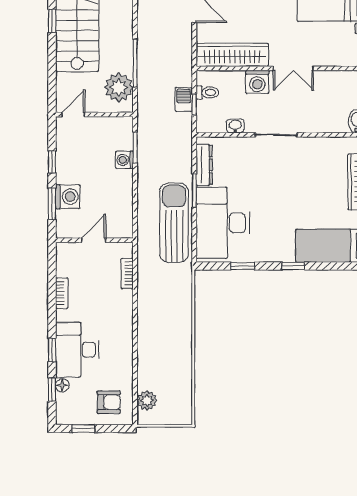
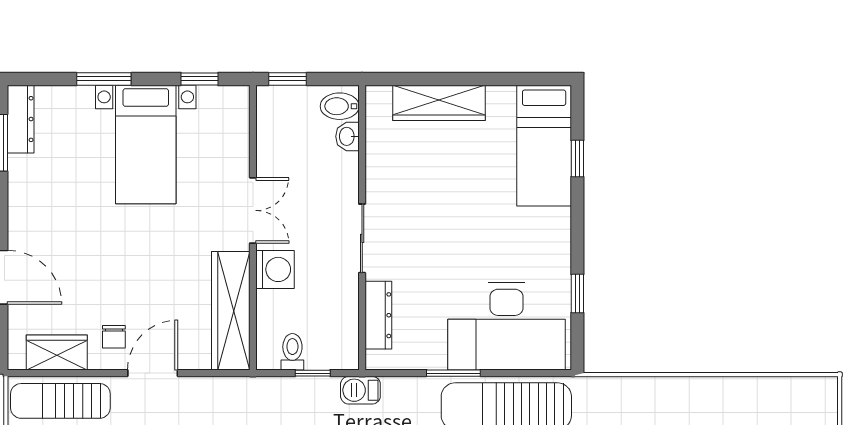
barbecue: (184, 99) -> (360, 390), moved
washbasin: (235, 126) -> (347, 136), moved
dresser: (204, 165) -> (378, 315), moved, turned 90
window: (293, 266) -> (577, 159), moved

